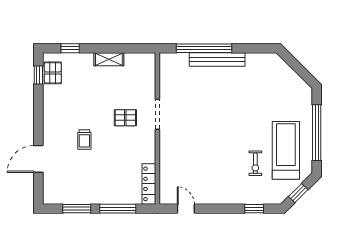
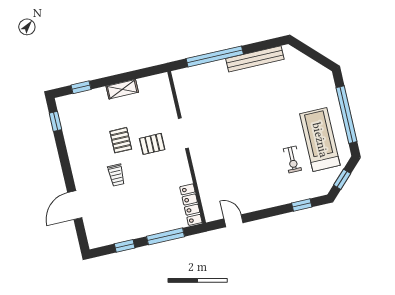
bench: (217, 59) -> (255, 59), moved
pallet: (53, 73) -> (121, 140), moved
window: (77, 209) -> (125, 246), width x0.67

